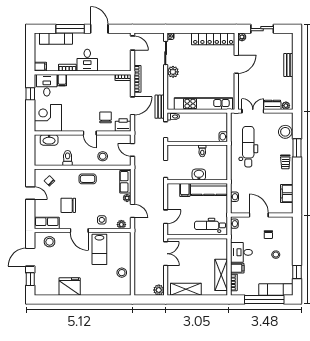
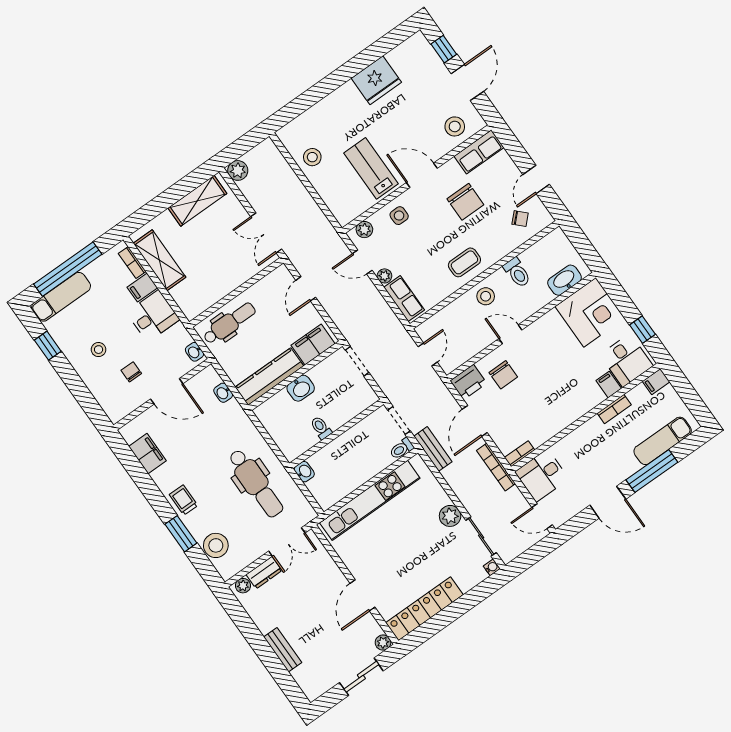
desk: (87, 60) -> (542, 475), moved, turned -90
door: (132, 150) -> (428, 354), hinge flipped
stool: (103, 156) -> (486, 296), moved
filing cabinet: (185, 190) -> (313, 344), width x2.00
door: (30, 193) -> (536, 180), hinge flipped
chair: (68, 205) -> (465, 202), turned 90

